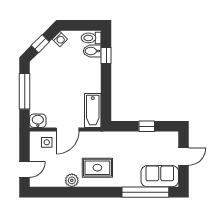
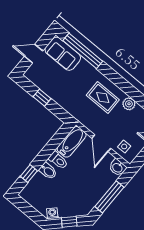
toilet: (91, 38) -> (58, 160), moved
bidet: (92, 51) -> (48, 171), moved
door: (68, 129) -> (101, 143), swing flipped

